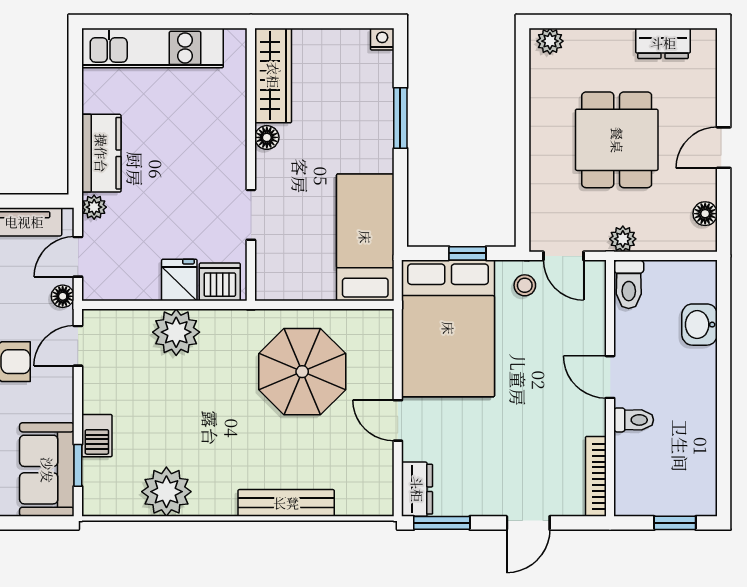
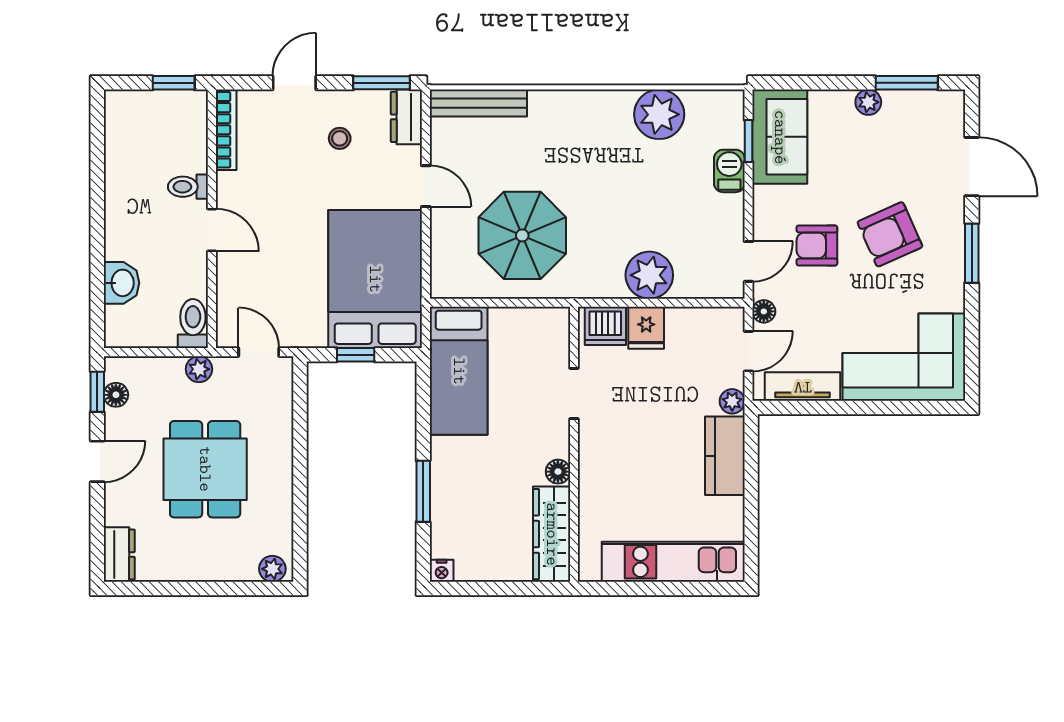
dresser: (663, 43) -> (119, 554), moved, turned 90
window: (724, 217) -> (97, 392), added
stool: (525, 285) -> (340, 138), moved
bench: (286, 503) -> (478, 103), moved
window: (675, 523) -> (174, 83), moved

